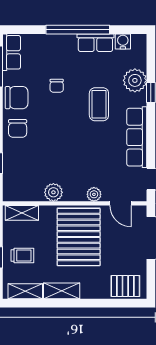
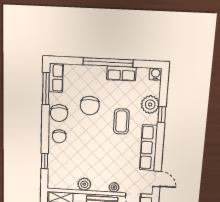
water cooler: (123, 41) -> (156, 74), moved
chair: (57, 86) -> (90, 106), width x1.87, depth x1.87
chair: (17, 98) -> (59, 113), turned 90

